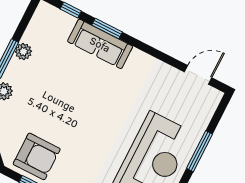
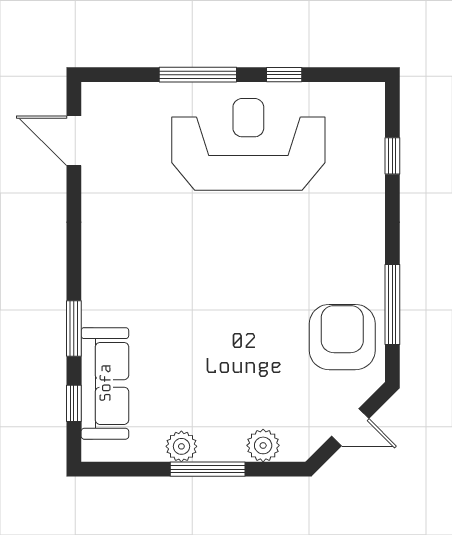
sofa: (100, 44) -> (105, 383), moved

